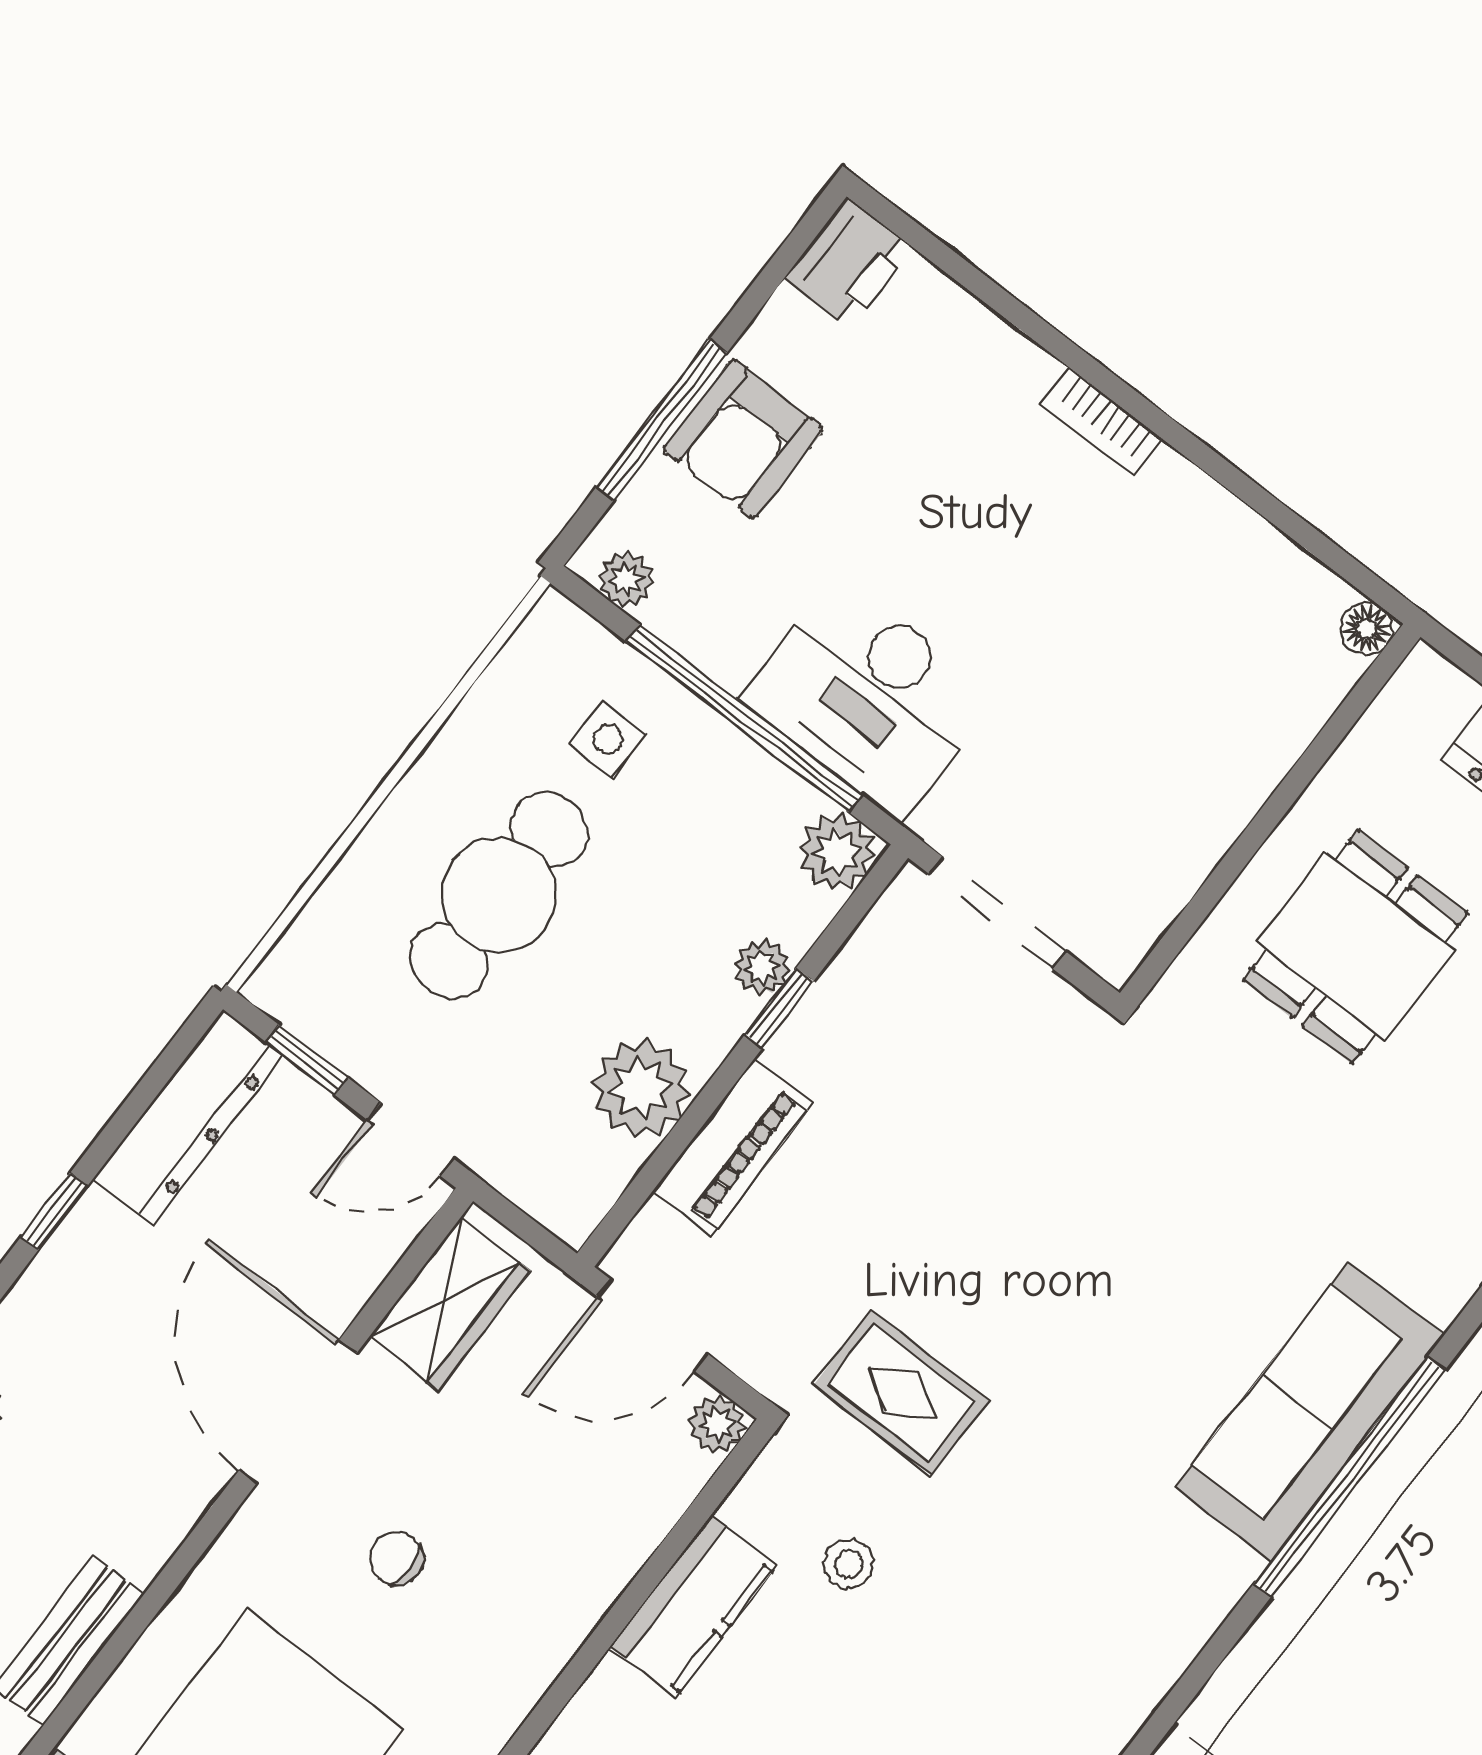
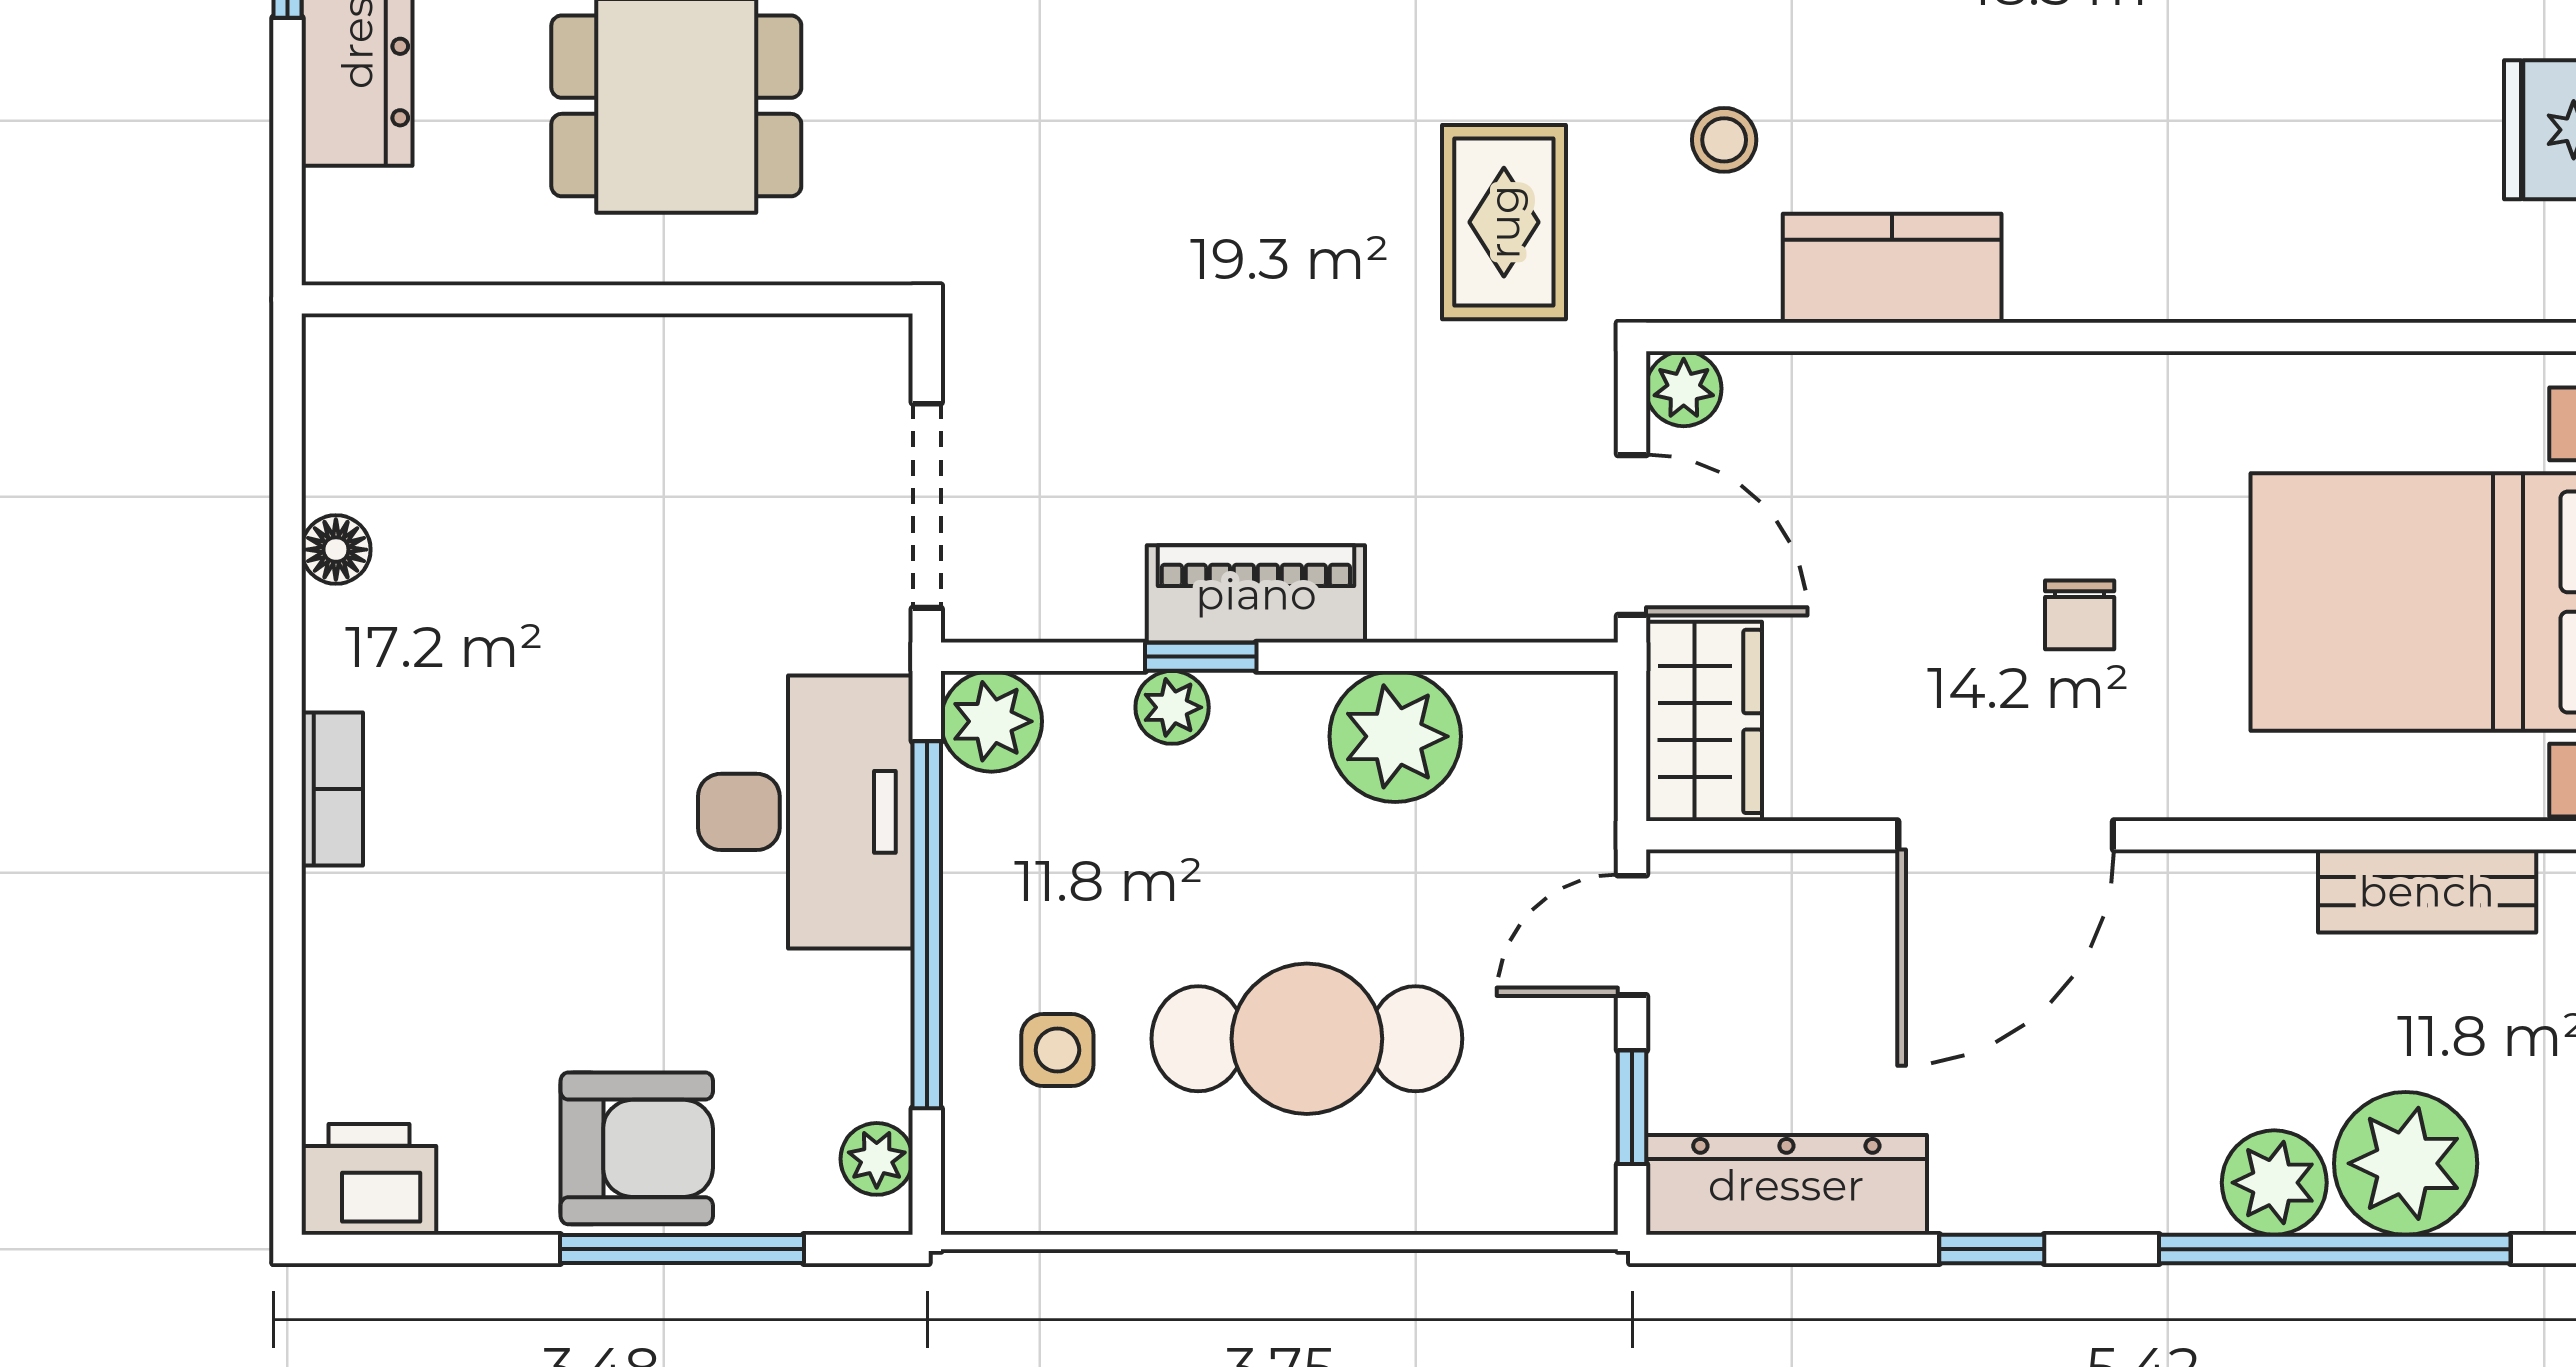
floor lamp: (1367, 629) -> (336, 550), moved
door: (411, 1140) -> (1632, 935), swing flipped
piano: (733, 1147) -> (1256, 594), moved
wardrobe: (449, 1304) -> (1704, 721), moved, turned 90

